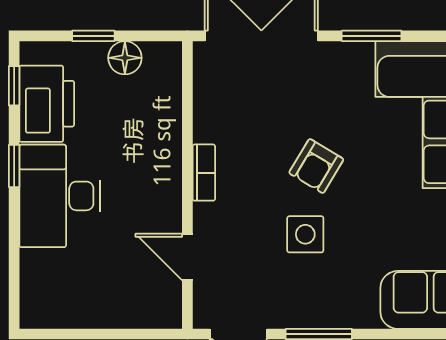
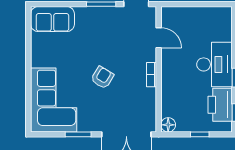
floor lamp: (125, 58) -> (168, 125), moved
side table: (305, 234) -> (107, 48), removed

